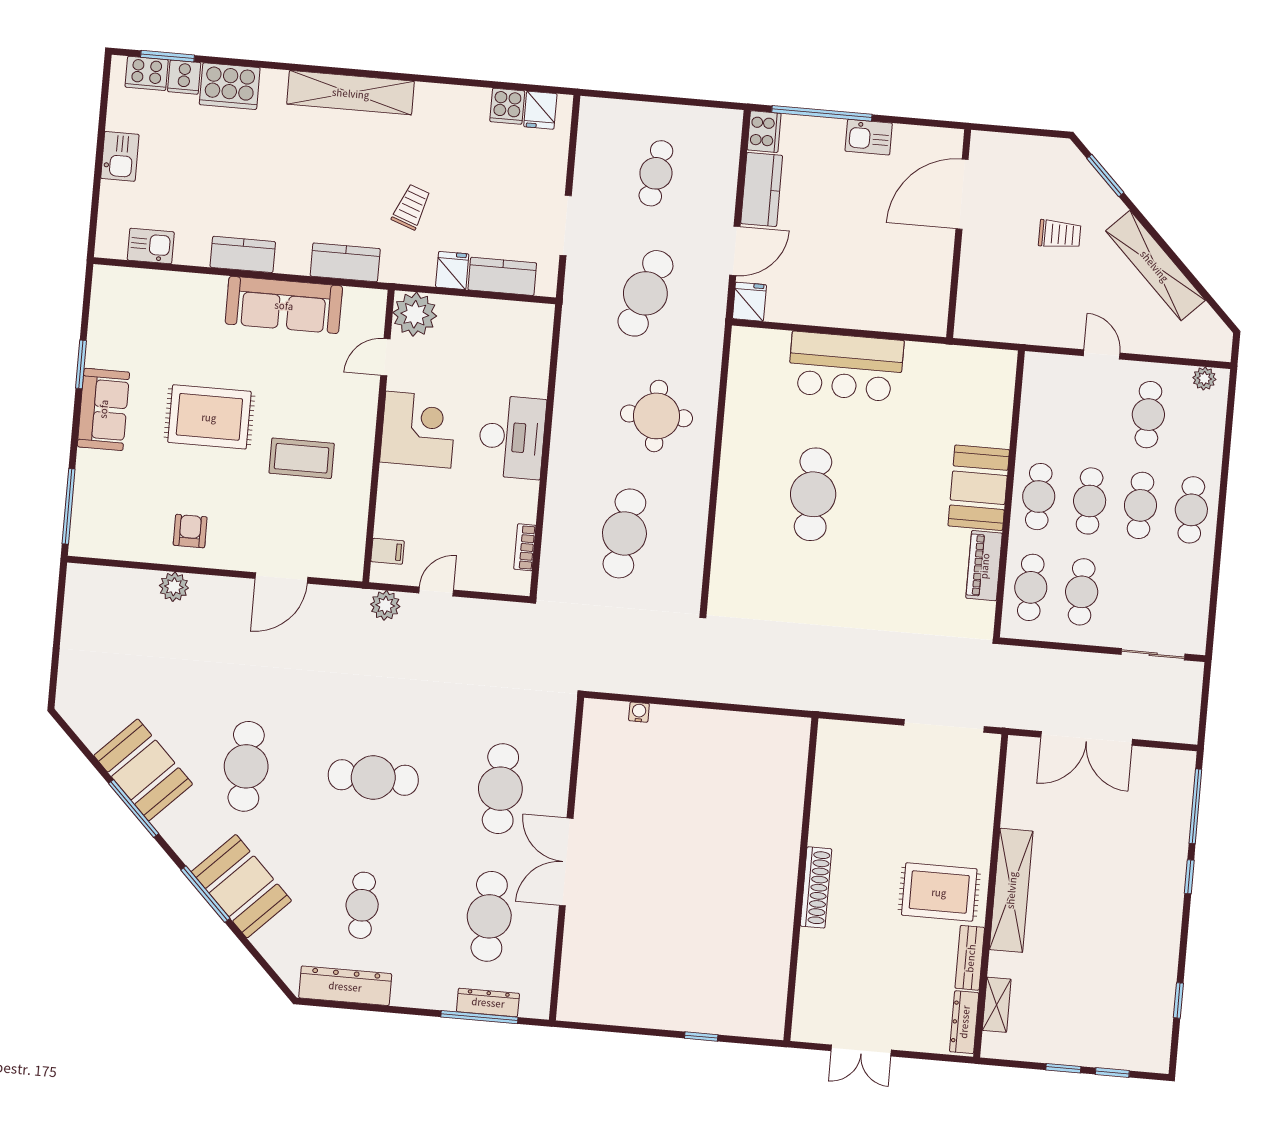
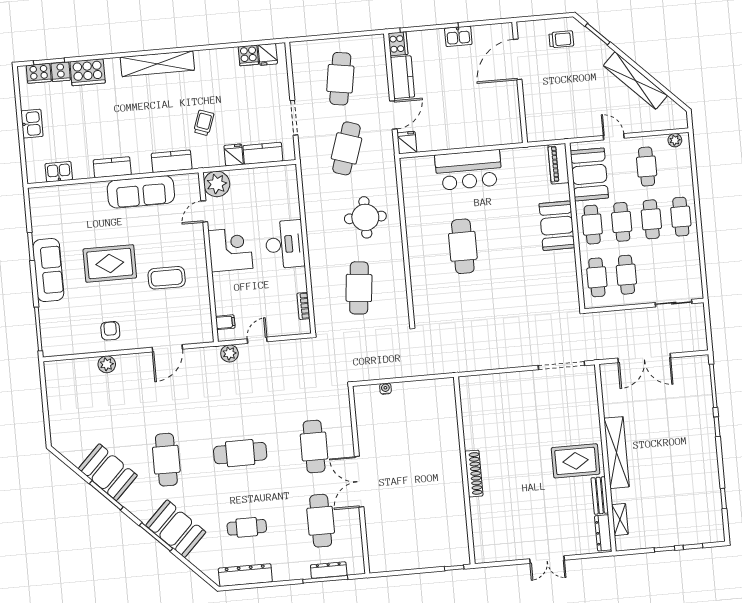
cafe table: (656, 173) -> (340, 79), width x1.37, depth x1.35
trolley: (1060, 234) -> (561, 39), moved
sofa: (103, 409) -> (48, 270), width x1.36
booth: (1049, 411) -> (589, 174), added
piano: (984, 566) -> (558, 164), moved
wall: (801, 879) -> (464, 470), moved
shoe rack: (816, 887) -> (474, 474), moved
cafe table: (362, 905) -> (247, 527), turned 90

